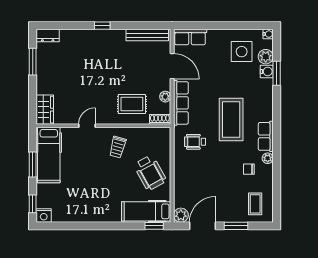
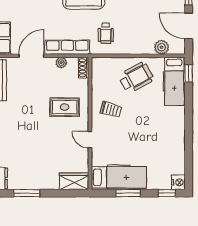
rug: (132, 104) -> (65, 107), moved, turned 90
plant: (181, 215) -> (162, 47), moved

